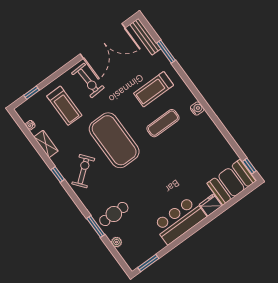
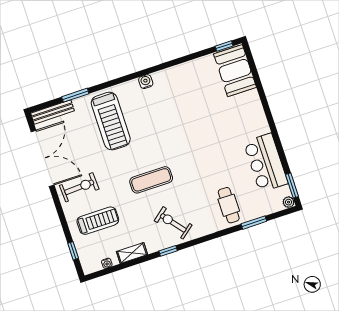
treadmill: (154, 89) -> (111, 121), width x1.37, depth x1.38
exercise mat: (163, 123) -> (150, 123), removed
exercise mat: (114, 140) -> (151, 180), width x0.50, depth x0.69
fridge: (211, 205) -> (252, 100), removed
bar counter: (180, 220) -> (266, 163), moved
window: (96, 227) -> (254, 223), moved
plant: (117, 242) -> (289, 202), moved

